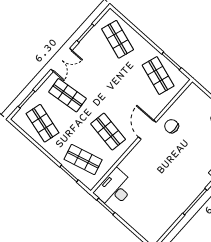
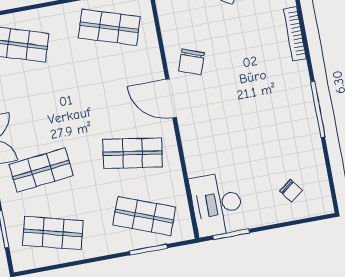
chair: (172, 126) -> (192, 62), turned -70
shop shelf: (83, 159) -> (144, 216), turned 36
chair: (148, 219) -> (291, 191), added

